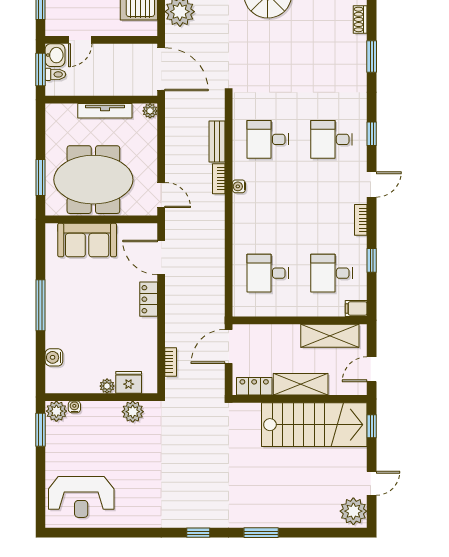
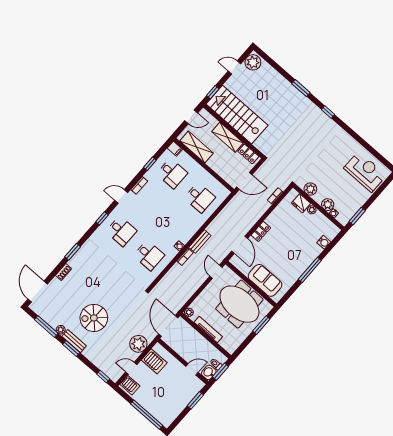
bench: (217, 142) -> (200, 242), moved
plant: (56, 411) -> (328, 205), moved

